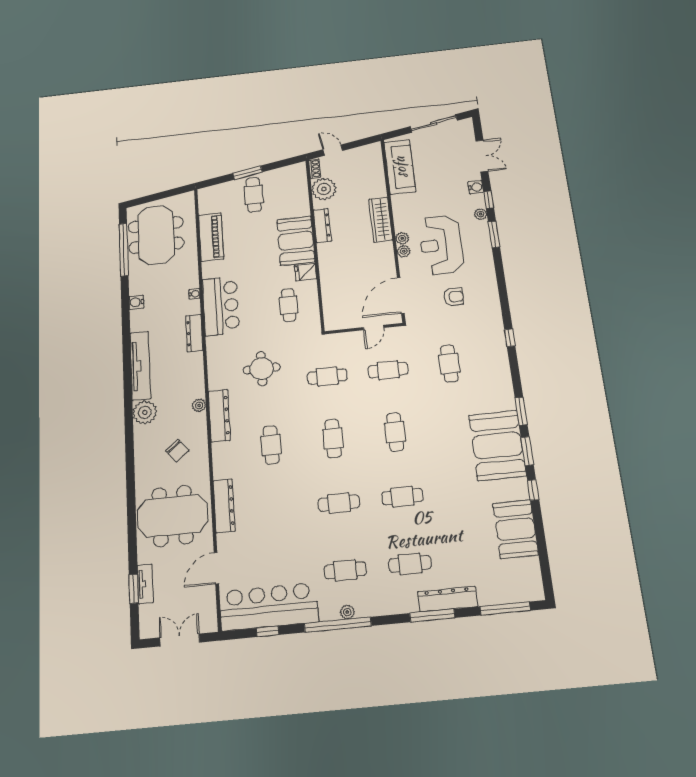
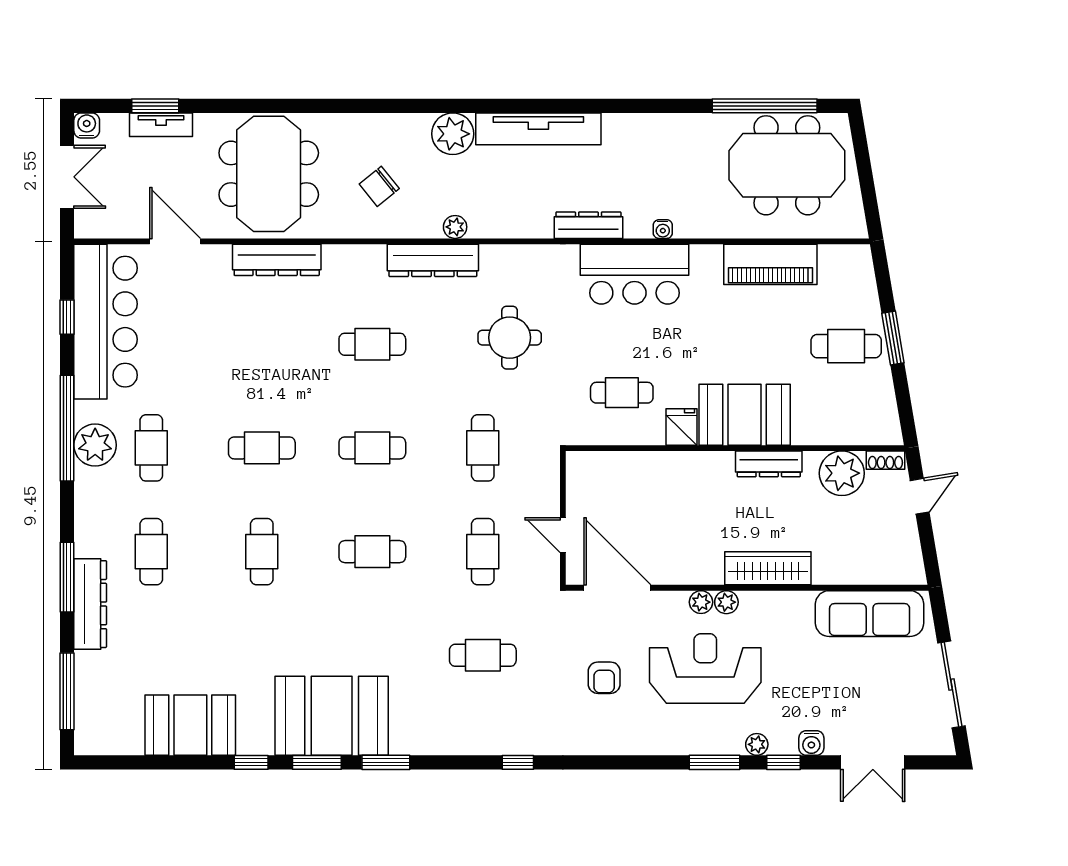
water cooler: (136, 302) -> (87, 125), moved
cafe table: (339, 503) -> (262, 448), turned 90
plant: (347, 612) -> (95, 445), width x1.88, depth x1.88

